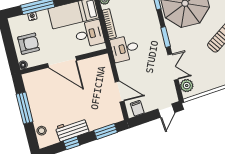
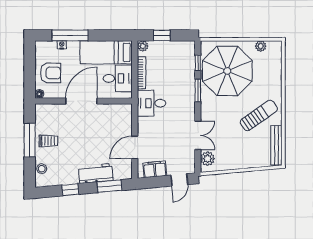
window: (166, 37) -> (198, 90), moved
door: (62, 62) -> (81, 101), swing flipped
door: (120, 91) -> (135, 147), swing flipped
trolley: (41, 105) -> (48, 141), added
filing cabinet: (137, 108) -> (155, 169), width x2.00
workbench: (72, 129) -> (96, 173), moved

